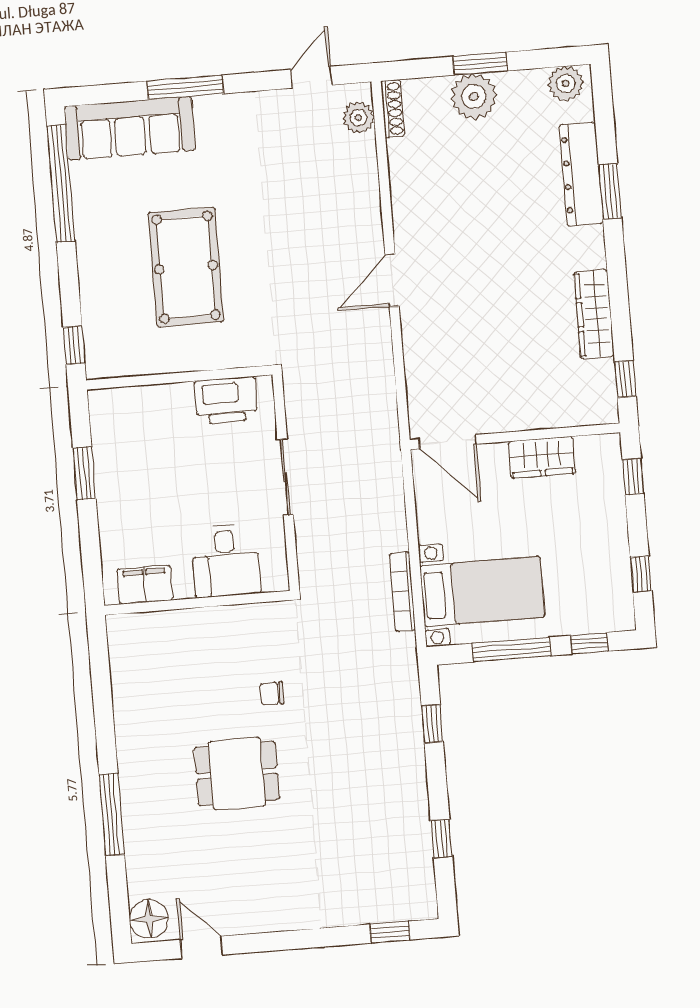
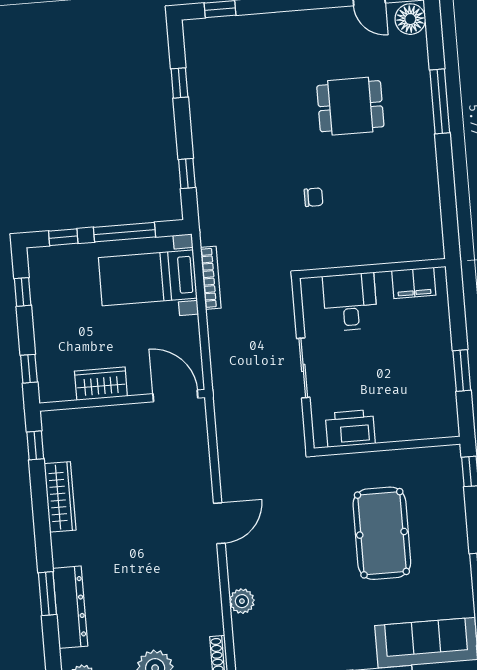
plant: (358, 118) -> (242, 601), moved
dining table: (237, 774) -> (350, 106), moved

